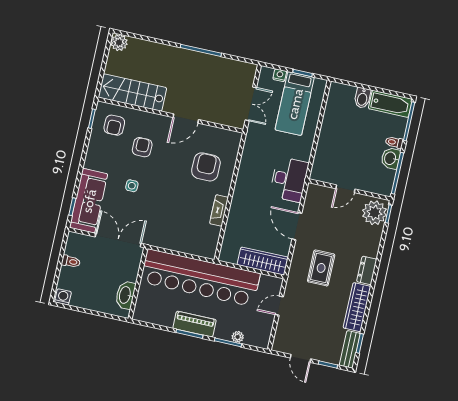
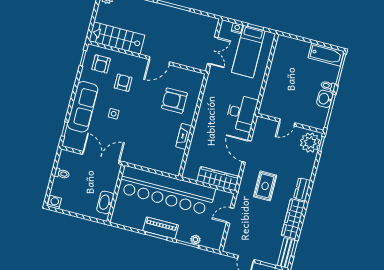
bidet: (362, 98) -> (304, 49), removed
armchair: (206, 167) -> (174, 101), turned -90
sofa: (89, 201) -> (83, 107), moved

